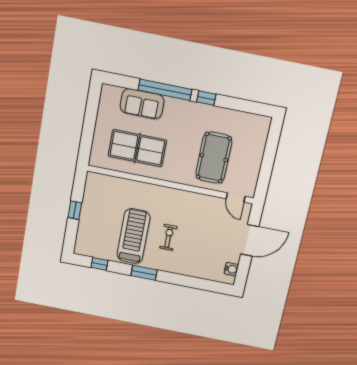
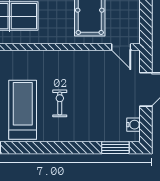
window: (144, 273) -> (115, 148), moved

